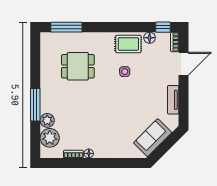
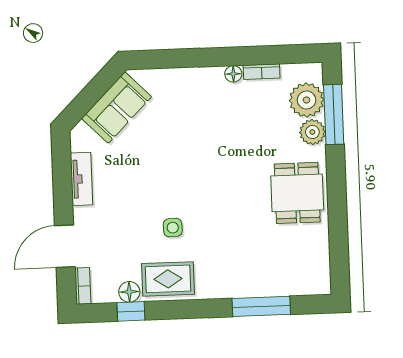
window: (66, 27) -> (261, 306), moved
window: (163, 27) -> (131, 311), moved
dining table: (78, 66) -> (297, 193), moved, turned 90
window: (35, 105) -> (334, 114), moved

